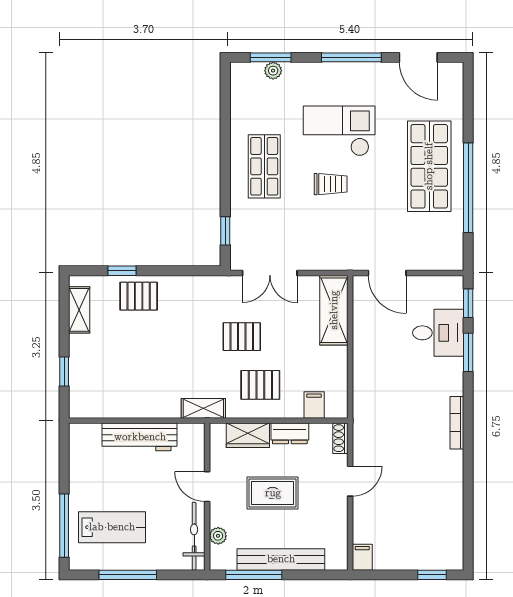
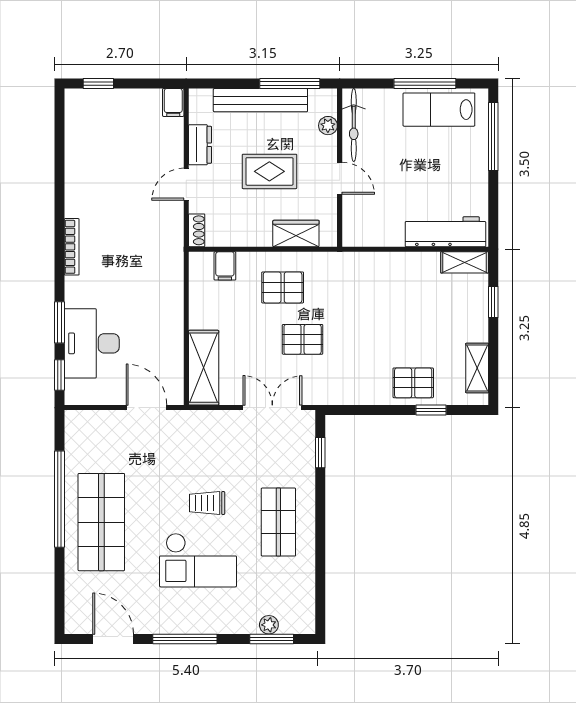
desk: (438, 333) -> (92, 343), width x1.37
shelving: (203, 408) -> (465, 262), moved
dresser: (290, 433) -> (200, 145), moved, turned 90
workbench: (140, 437) -> (445, 232), moved
lab bench: (112, 527) -> (439, 110), moved

